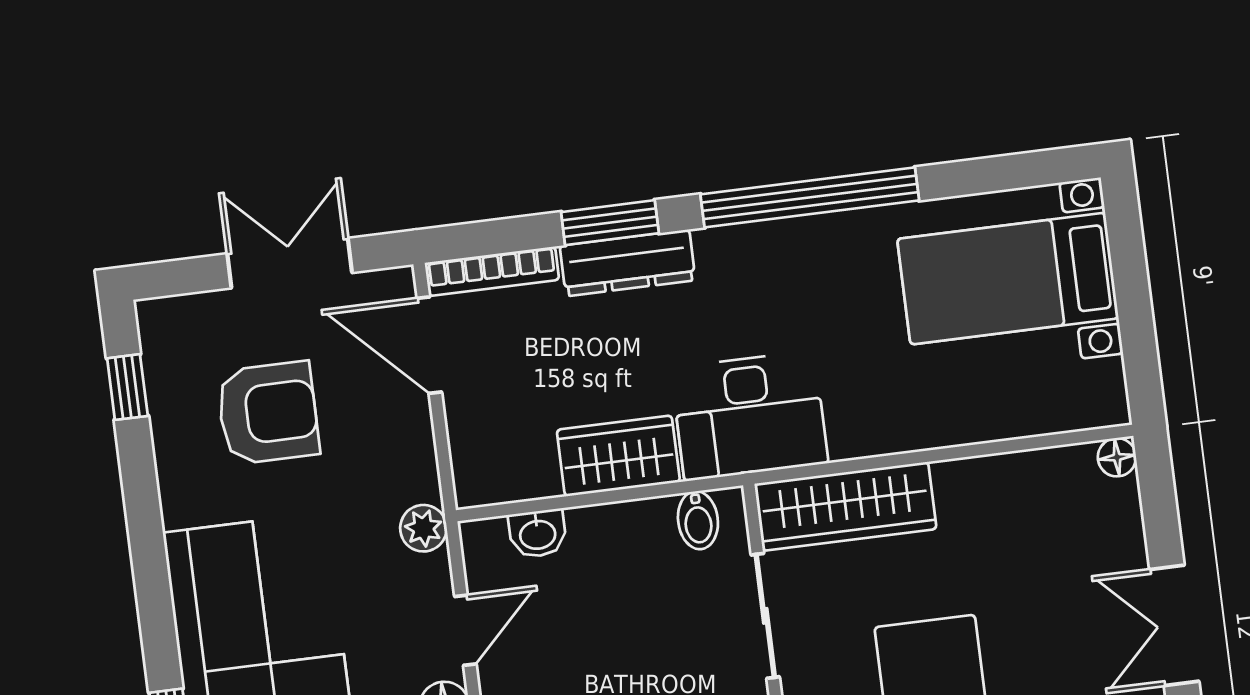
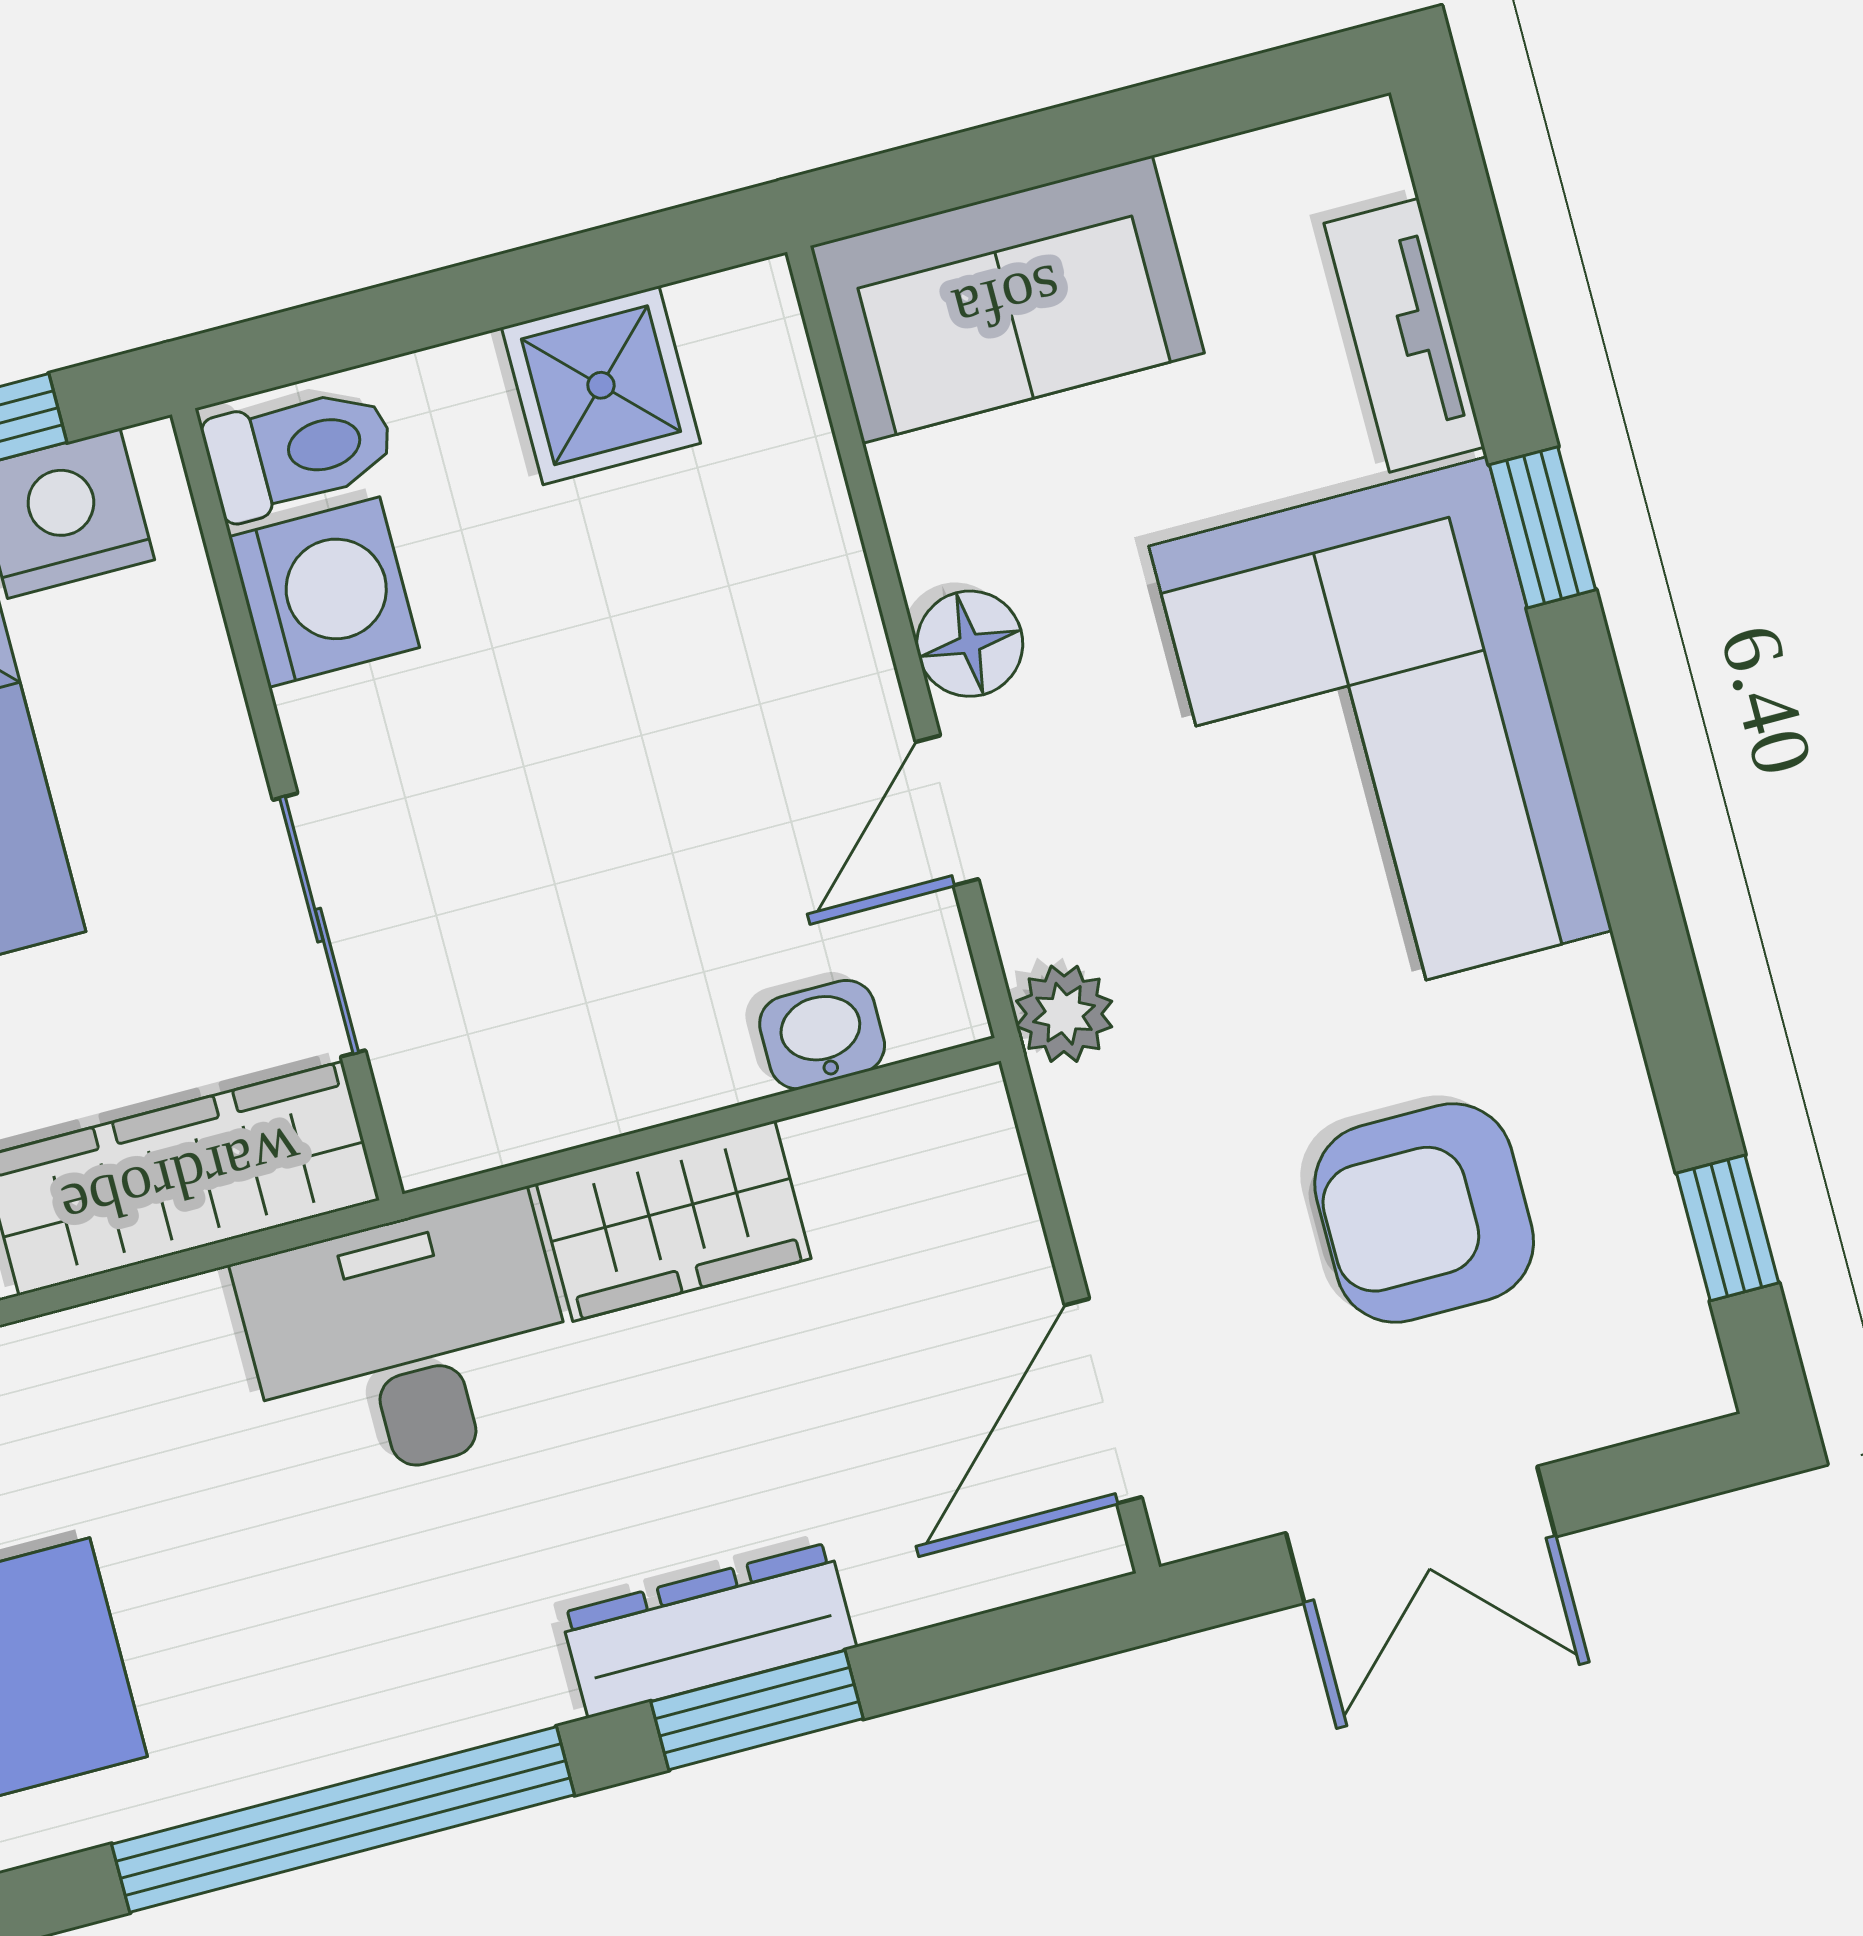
bookcase: (492, 271) -> (992, 1574), removed
door: (429, 345) -> (1103, 1401), swing flipped
bidet: (698, 520) -> (488, 1108), removed

